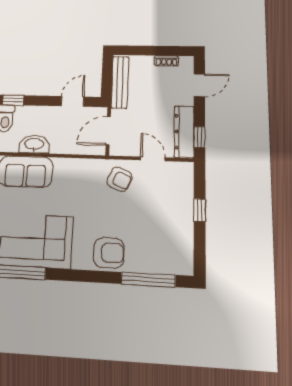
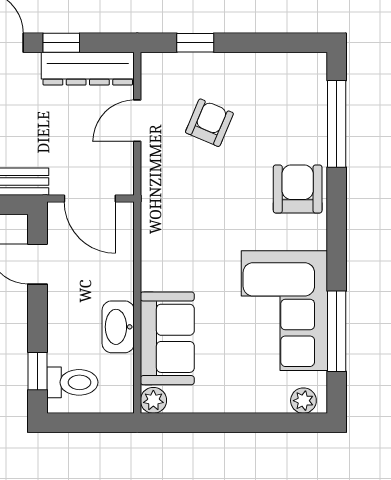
window: (199, 137) -> (61, 43), moved
armchair: (120, 179) -> (209, 123), moved
window: (200, 210) -> (195, 43), moved

